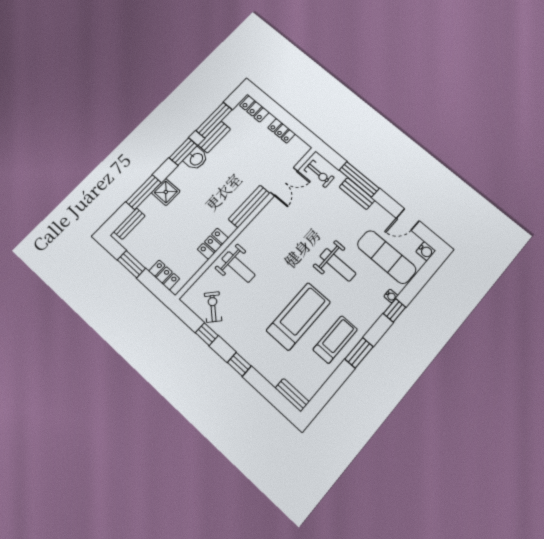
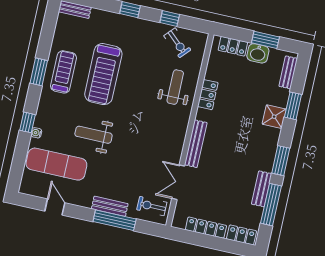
locker: (282, 131) -> (206, 228), width x1.53
washbasin: (196, 159) -> (258, 53), moved, turned -90
window: (144, 192) -> (293, 106), width x0.69
door: (408, 219) -> (55, 207), hinge flipped
water cooler: (426, 251) -> (26, 187), removed
weight bench: (238, 267) -> (175, 87), turned 90
treadmill: (335, 339) -> (64, 72), turned 180

